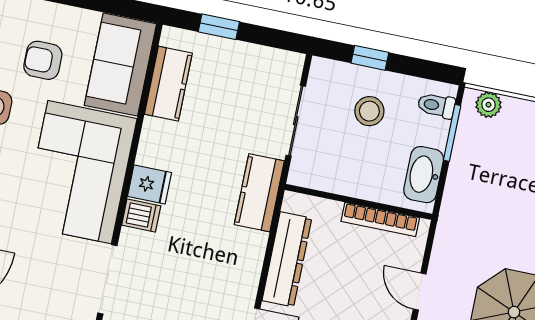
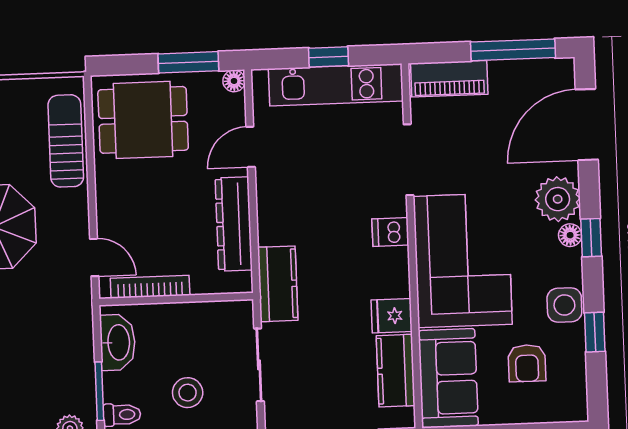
armchair: (43, 60) -> (527, 363), turned 90
fridge: (150, 184) -> (392, 316), moved
door: (420, 291) -> (94, 257), moved

